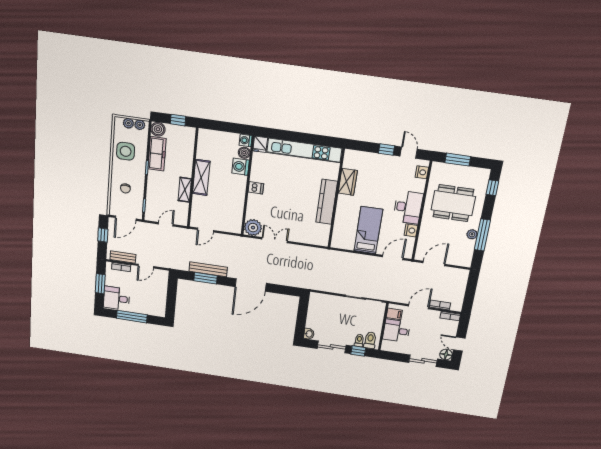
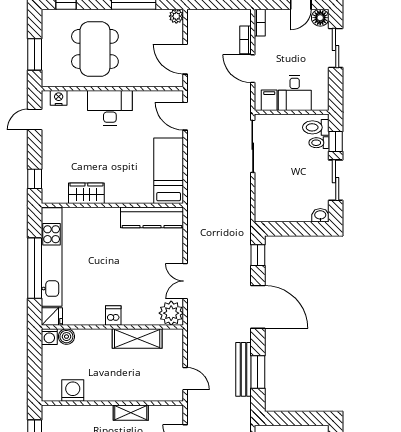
window: (297, 137) -> (35, 268), added
window: (386, 150) -> (35, 179), moved
washing machine: (240, 167) -> (73, 390), moved, turned 180
shelving: (201, 177) -> (137, 339), moved
kitchen counter: (327, 202) -> (152, 217), moved
bed: (368, 230) -> (169, 171), moved, turned 90
nightstand: (411, 230) -> (142, 98), removed
plant: (472, 234) -> (176, 16), moved
window: (287, 290) -> (258, 255), added

